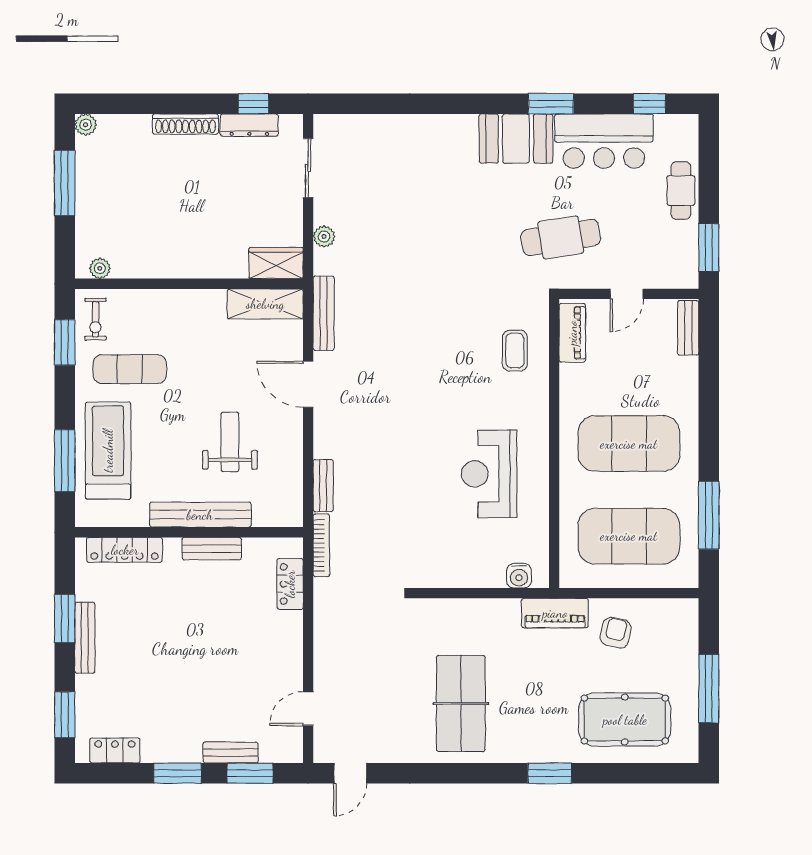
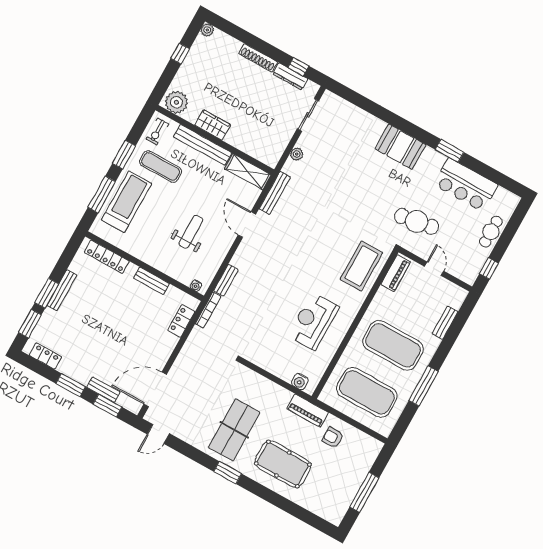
window: (649, 104) -> (499, 179), removed
booth: (516, 139) -> (400, 147), moved
window: (65, 183) -> (180, 54), width x0.46
window: (709, 247) -> (489, 268), width x0.67
wardrobe: (276, 263) -> (213, 125), moved
plant: (100, 268) -> (176, 102), width x1.87, depth x1.87
door: (627, 294) -> (434, 269), swing flipped
bench: (688, 328) -> (445, 323), moved
window: (65, 342) -> (124, 155), moved
coffee table: (515, 351) -> (361, 266), width x1.86, depth x1.72
bench: (200, 515) -> (203, 145), moved
window: (709, 515) -> (423, 386), moved
water cooler: (283, 519) -> (196, 286), added
window: (65, 618) -> (47, 293), moved
armchair: (616, 633) -> (333, 438), turned -103
door: (308, 709) -> (155, 389), width x1.88
pool table: (625, 720) -> (283, 464), moved
window: (550, 773) -> (228, 473), moved

